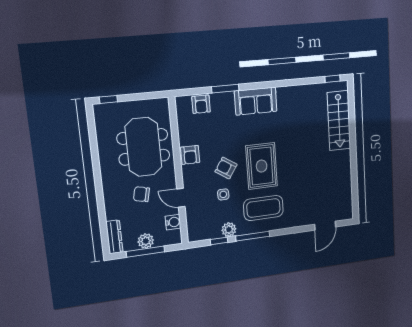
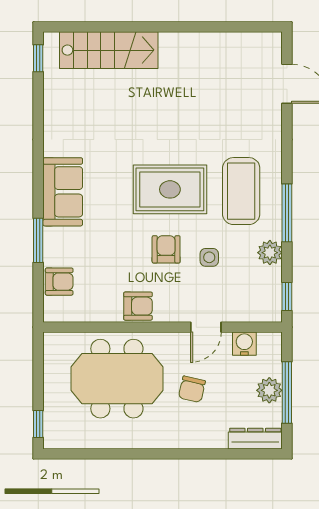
armchair: (226, 168) -> (166, 249), turned 147
window: (219, 241) -> (287, 296), moved

